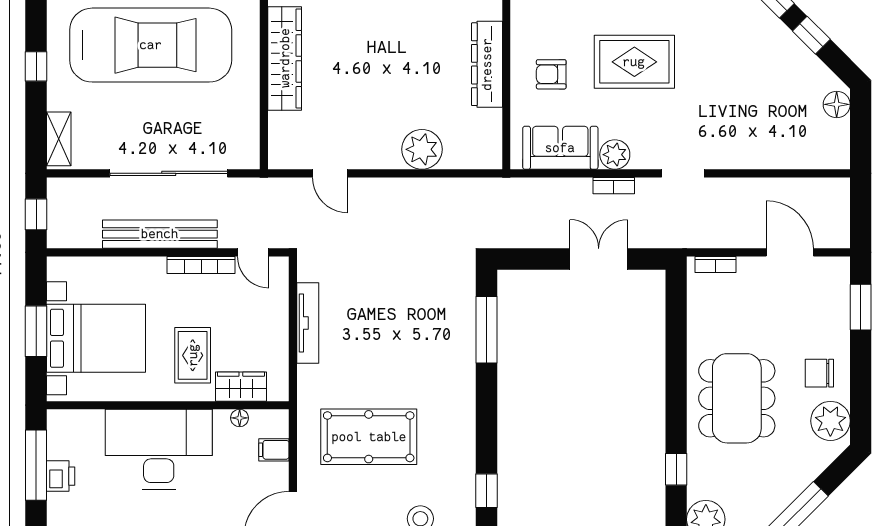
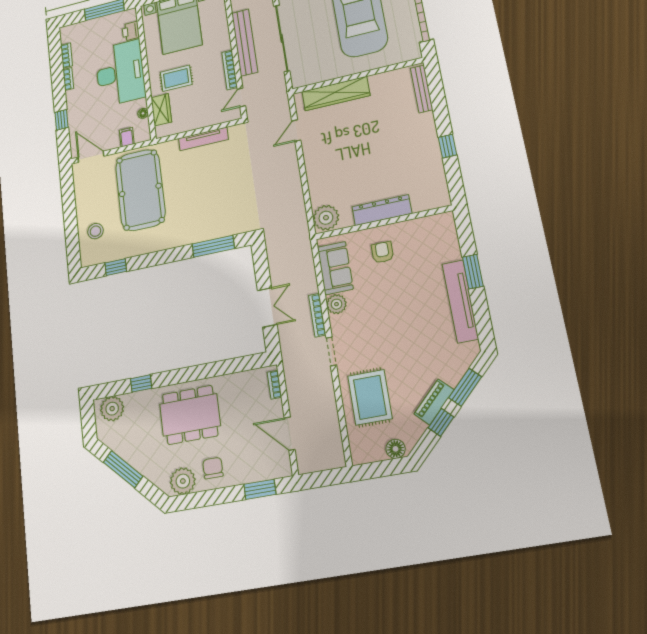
piano: (782, 39) -> (434, 402), added
wardrobe: (285, 58) -> (336, 94), moved
rug: (634, 62) -> (370, 397), moved
plant: (422, 149) -> (326, 218), moved
bookcase: (614, 186) -> (317, 315), width x1.56
door: (790, 252) -> (290, 434), swing flipped
pool table: (369, 437) -> (140, 190), width x1.36, depth x1.32
printer: (61, 476) -> (131, 31), moved, turned 90

